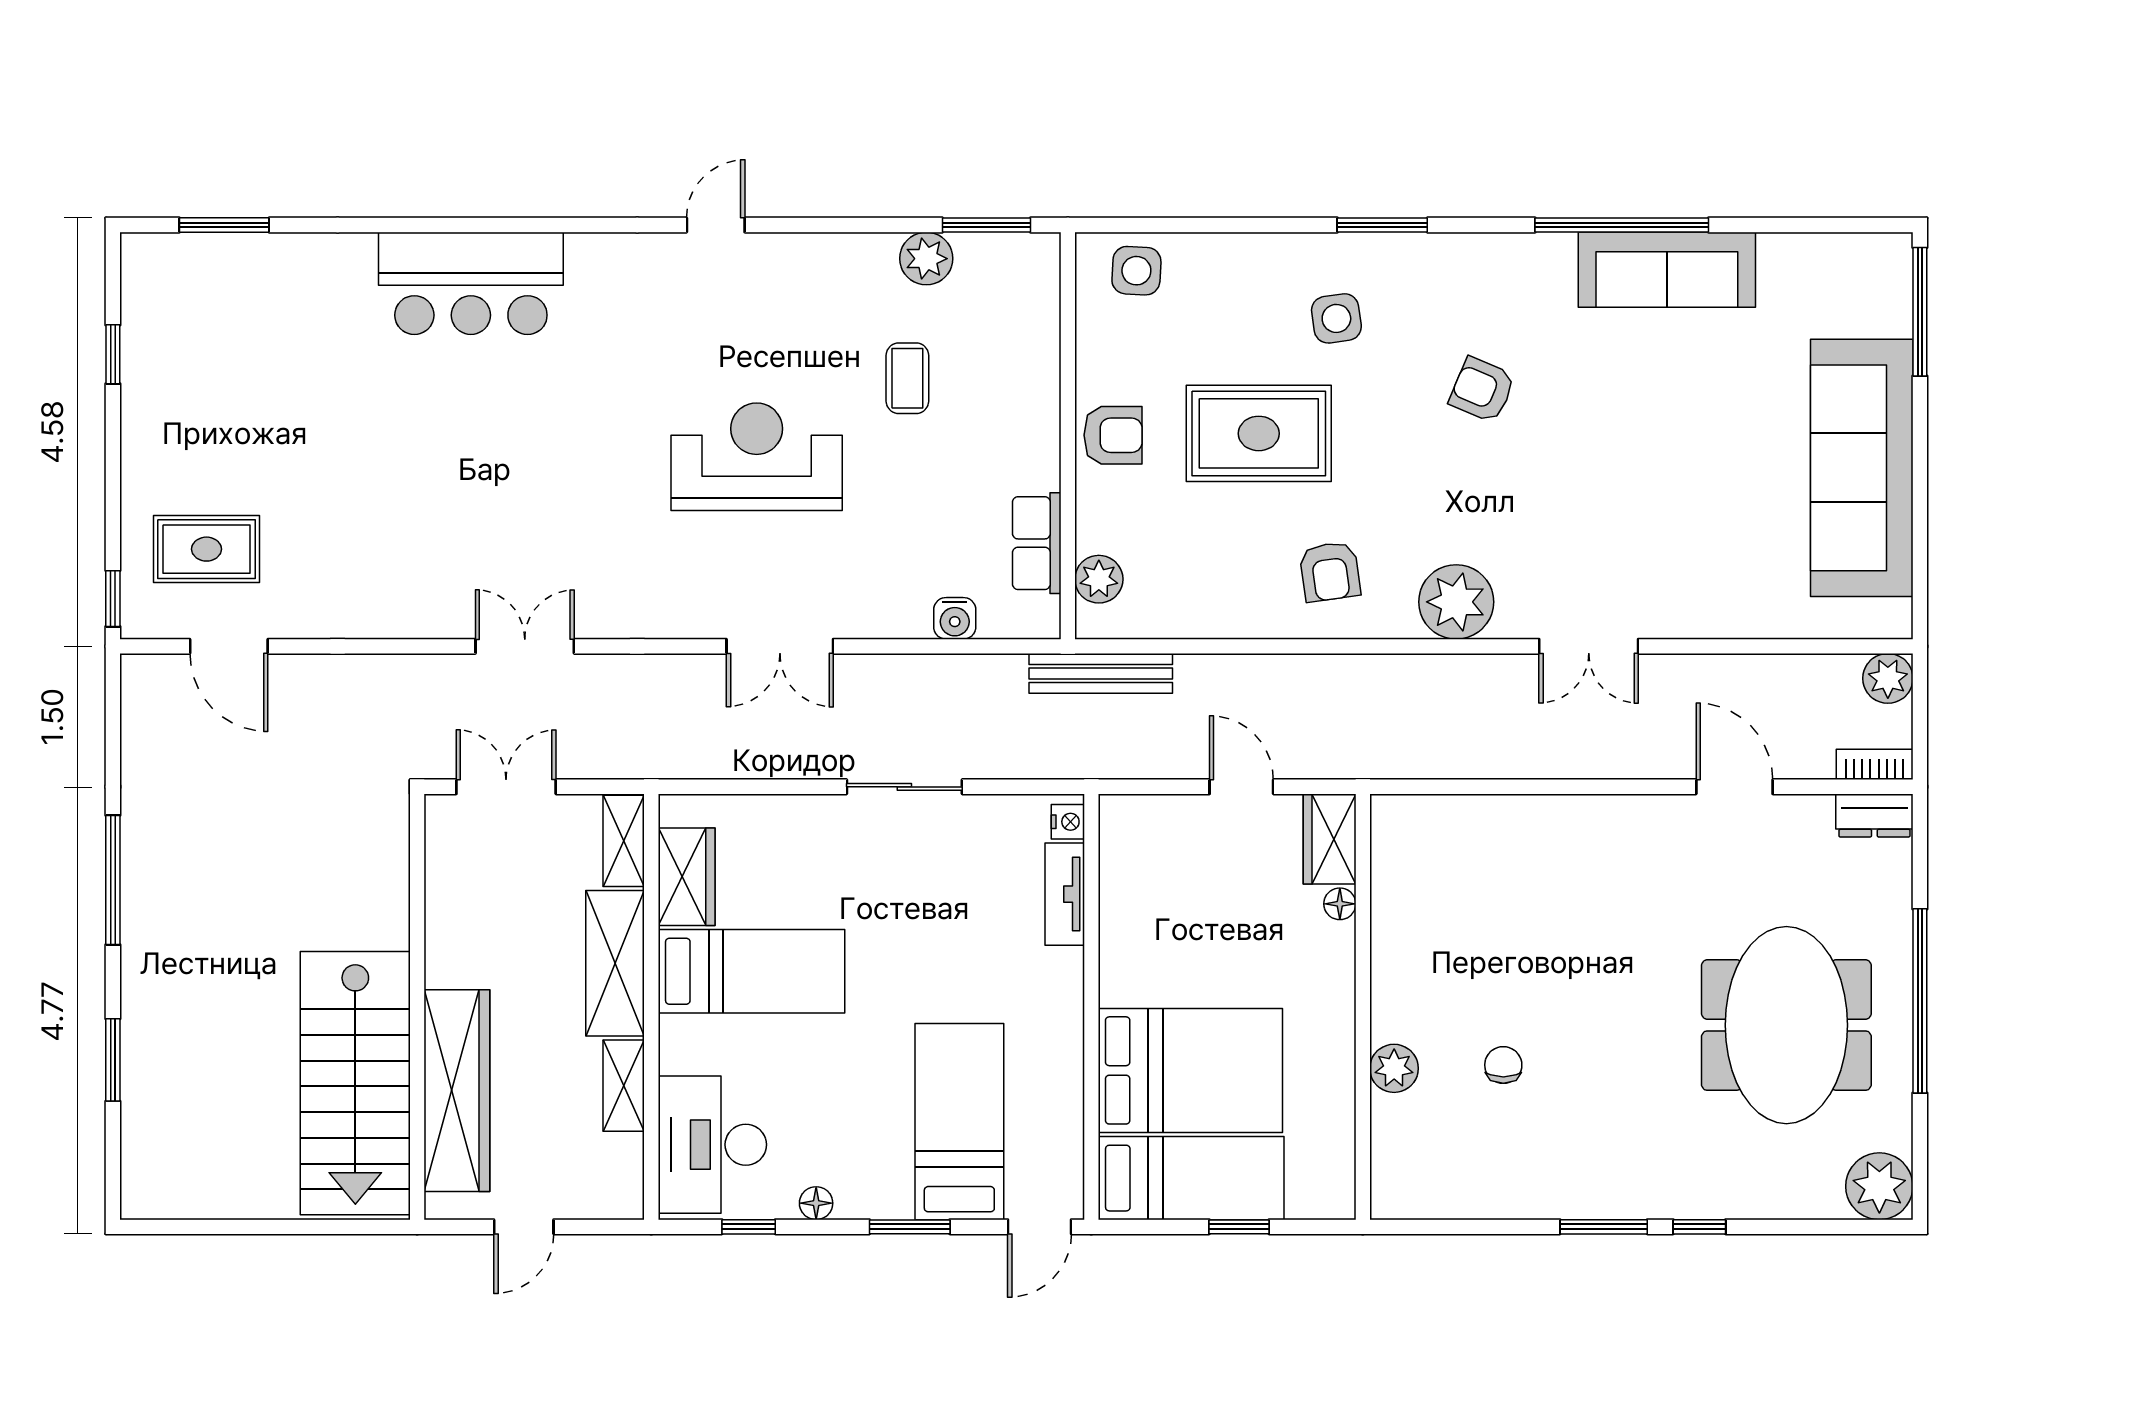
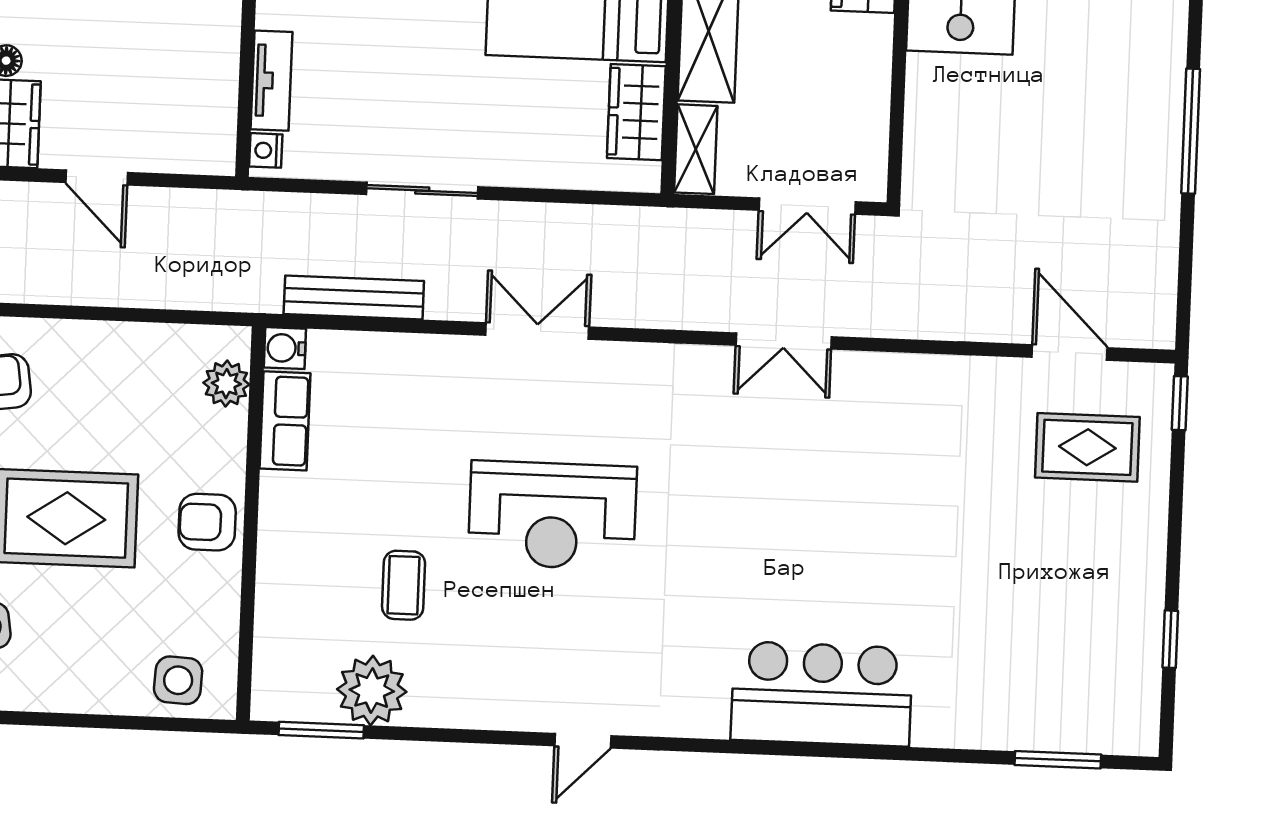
plant: (926, 259) -> (372, 690), width x1.36, depth x1.36
water cooler: (955, 618) -> (285, 348), moved, turned -90
bench: (1101, 673) -> (354, 298), moved

